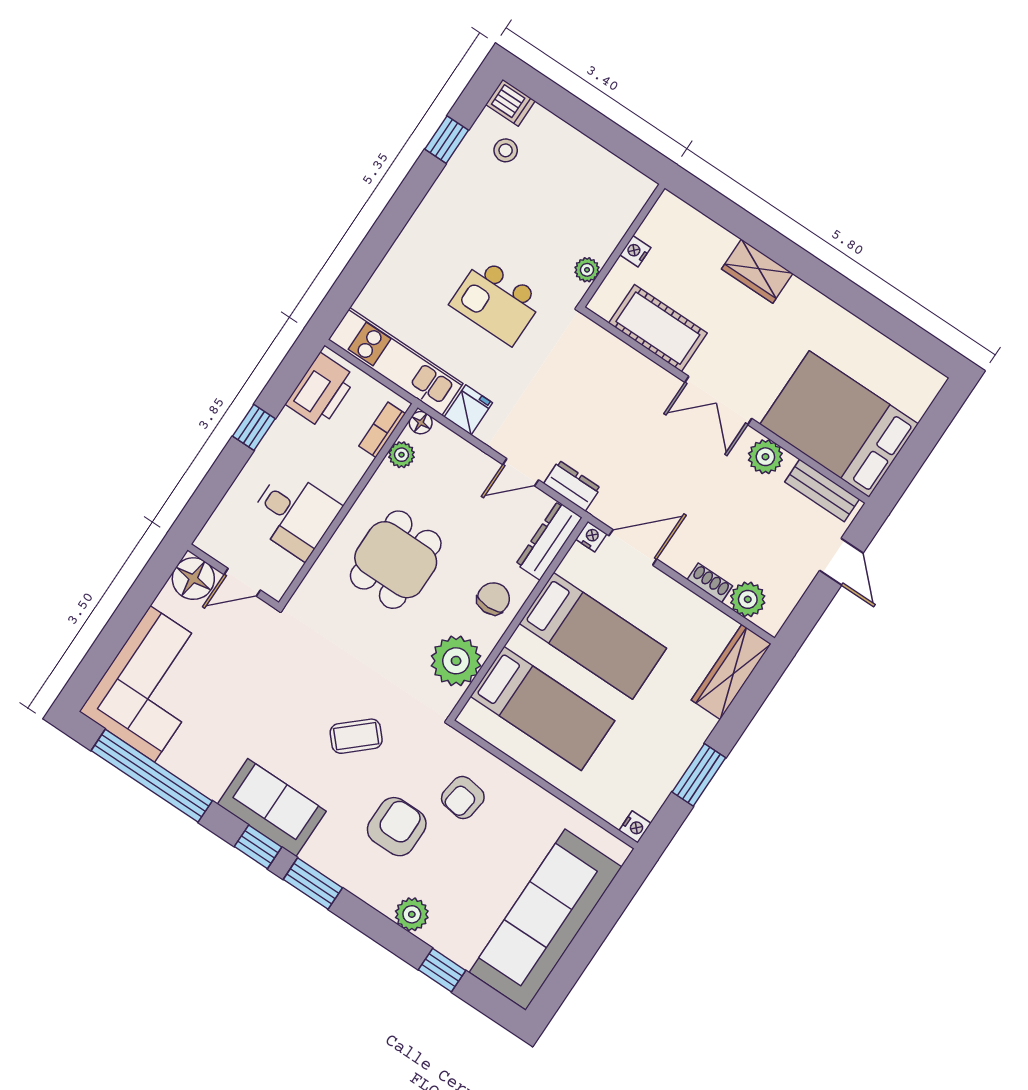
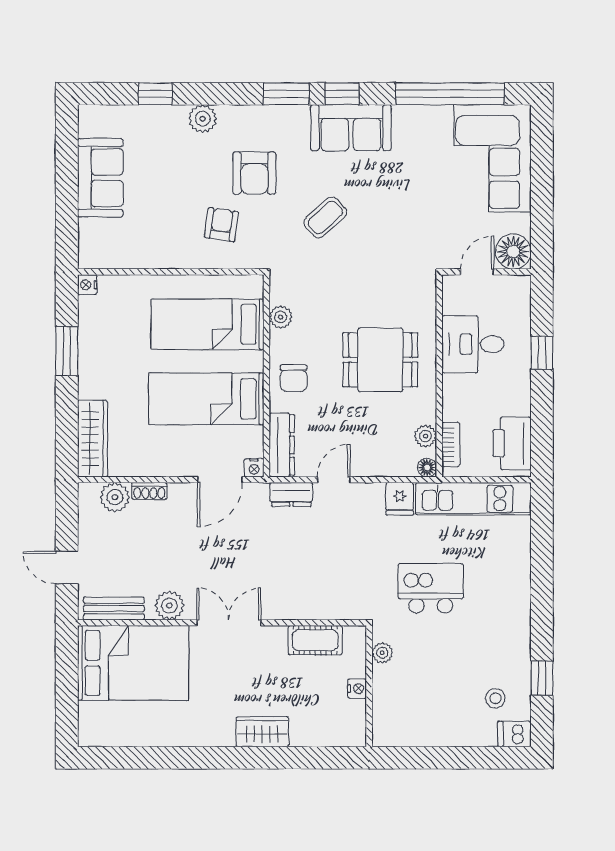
cot: (658, 328) -> (315, 640), width x0.73, depth x0.75
window: (254, 427) -> (542, 353), moved
dining table: (396, 560) -> (380, 360), turned 90
plant: (456, 661) -> (281, 317), width x0.53, depth x0.53
sofa: (545, 919) -> (100, 178), width x0.54, depth x0.79

